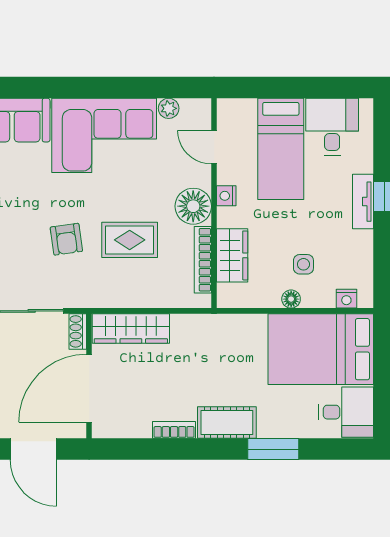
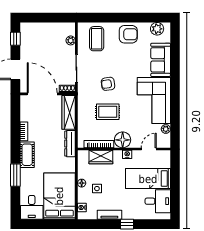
tv unit: (363, 202) -> (109, 215), moved
rug: (130, 240) -> (108, 112), turned 90
dresser: (202, 325) -> (70, 144), added

